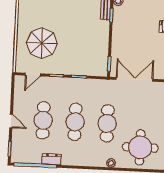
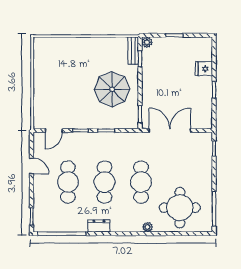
parasol: (42, 43) -> (112, 89), moved
door: (11, 121) -> (31, 166), moved
dresser: (52, 159) -> (99, 226), moved

